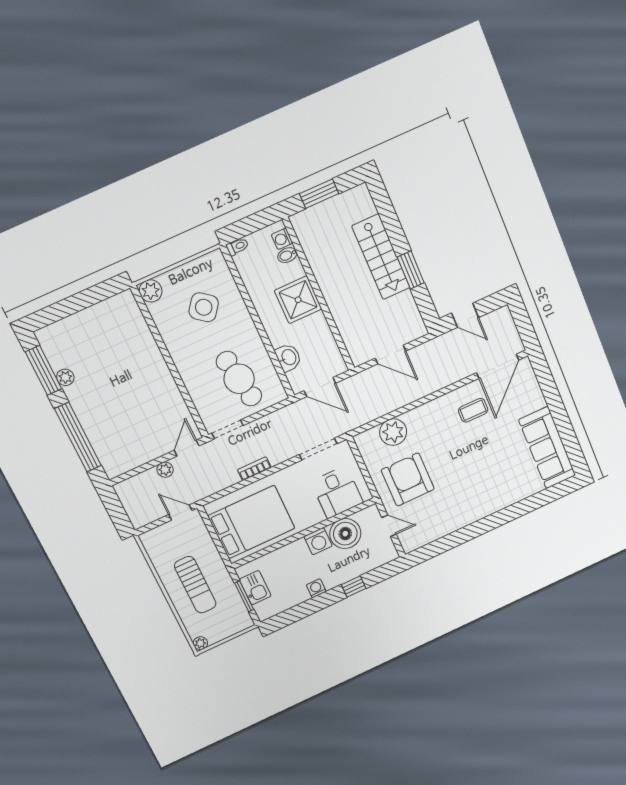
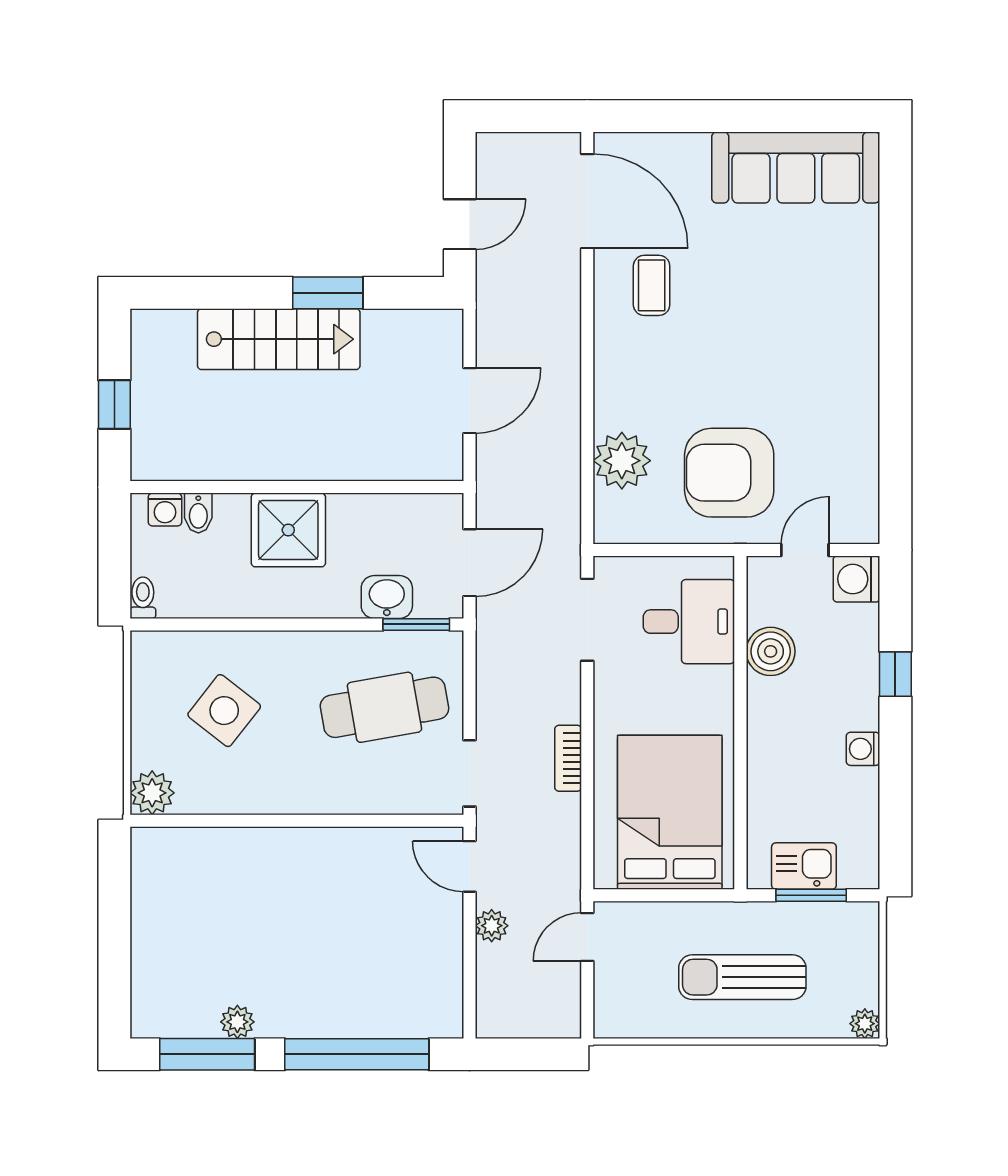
window: (319, 194) -> (114, 404), width x0.67
window: (282, 376) -> (416, 624), added
boiler: (345, 534) -> (771, 651), width x0.73, depth x0.73
washing machine: (318, 541) -> (856, 579), moved, turned 180
sun lounger: (195, 585) -> (742, 977), turned 180

